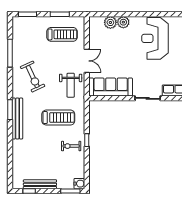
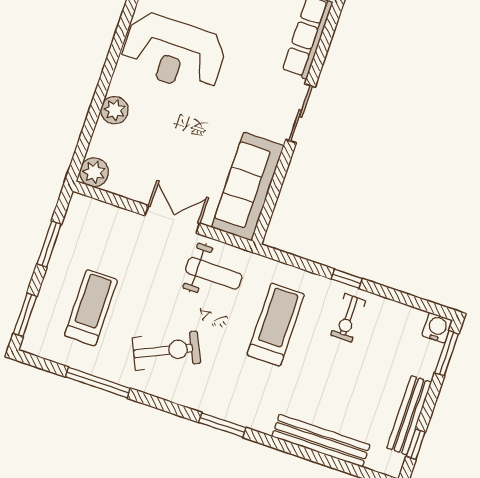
plant: (110, 22) -> (94, 172), moved
treadmill: (62, 34) -> (91, 308), moved
bench: (17, 119) -> (321, 441), moved

